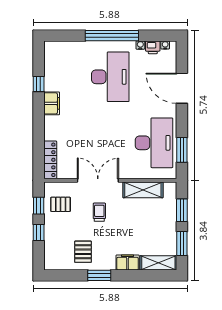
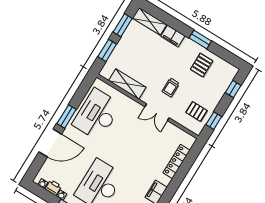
door: (182, 88) -> (50, 143), hinge flipped
window: (182, 150) -> (67, 116), moved
locker: (50, 160) -> (177, 161), moved
double door: (98, 180) -> (157, 112), width x0.73
window: (39, 233) -> (233, 89), moved

